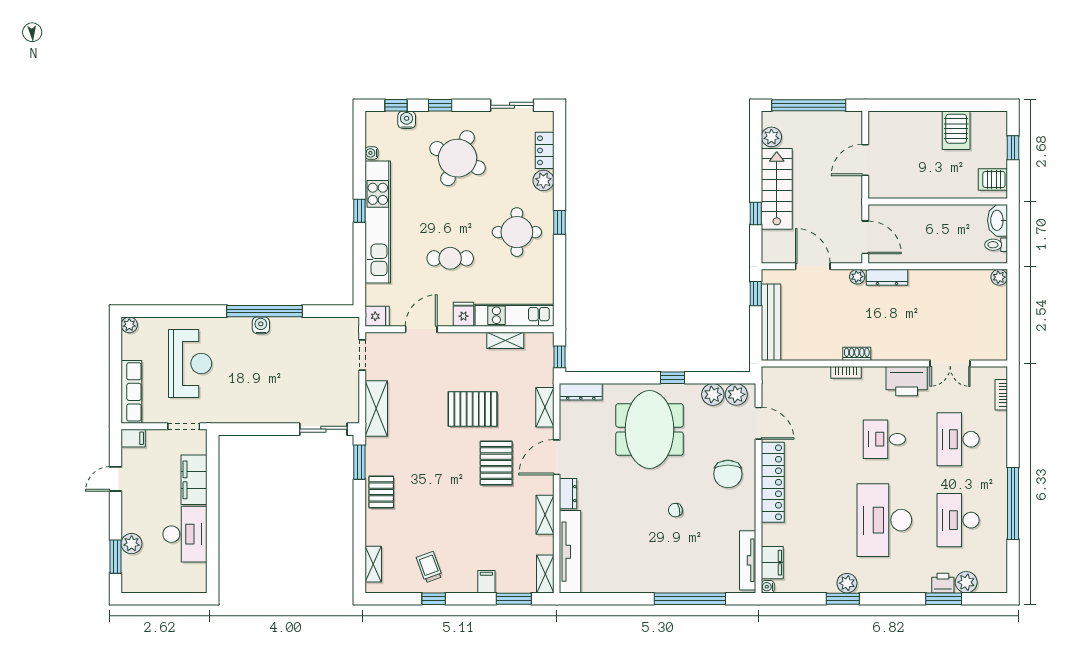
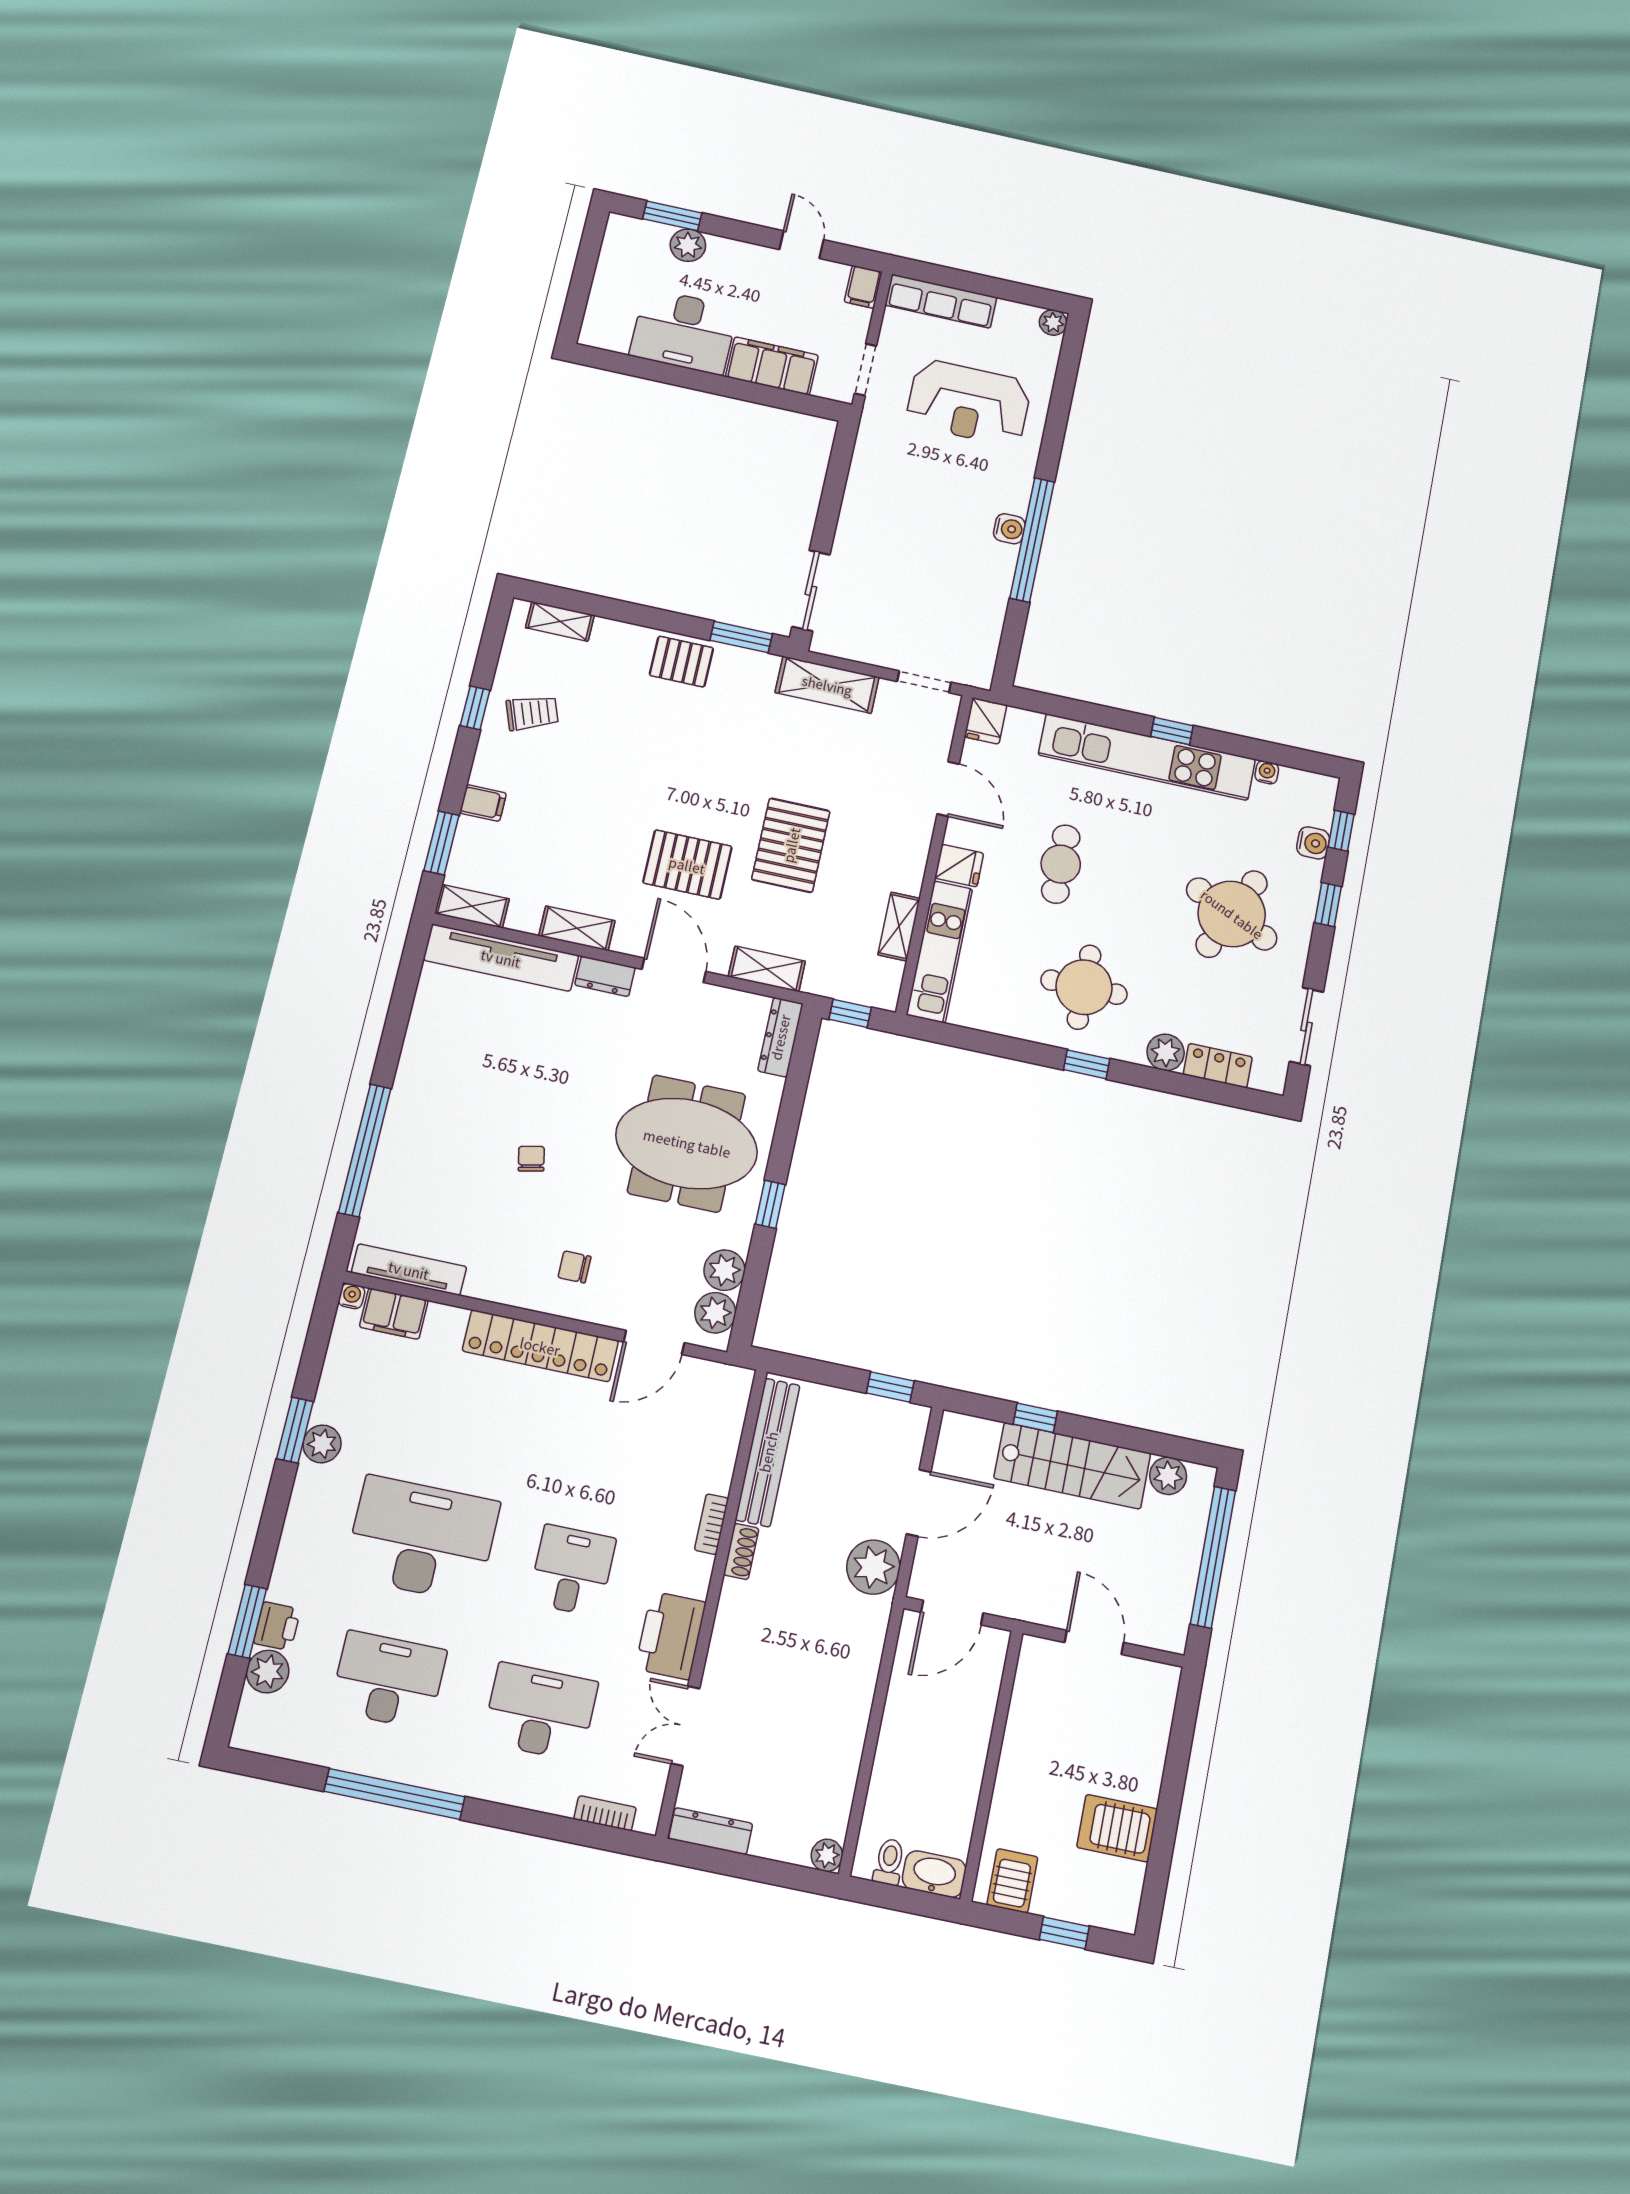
plant: (857, 277) -> (873, 1567), width x1.87, depth x1.87
dresser: (887, 277) -> (711, 1831), moved, turned 90
bench: (771, 322) -> (768, 1452), moved, turned 90
chair: (728, 474) -> (574, 1267), width x0.54, depth x0.54

